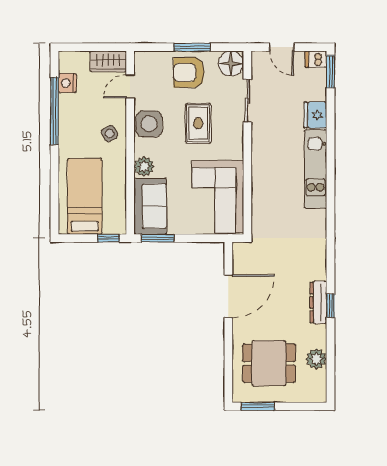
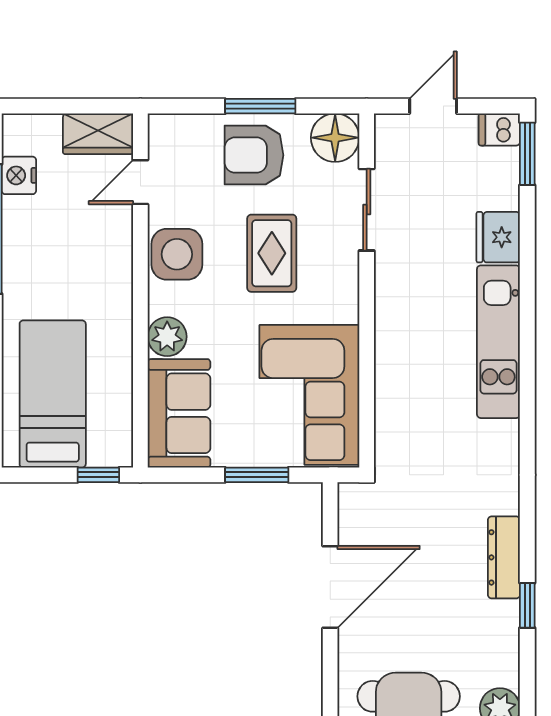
door: (282, 47) -> (433, 106), swing flipped
side table: (109, 134) -> (100, 273), removed
window: (157, 238) -> (257, 475), moved
dresser: (318, 302) -> (504, 557), moved

